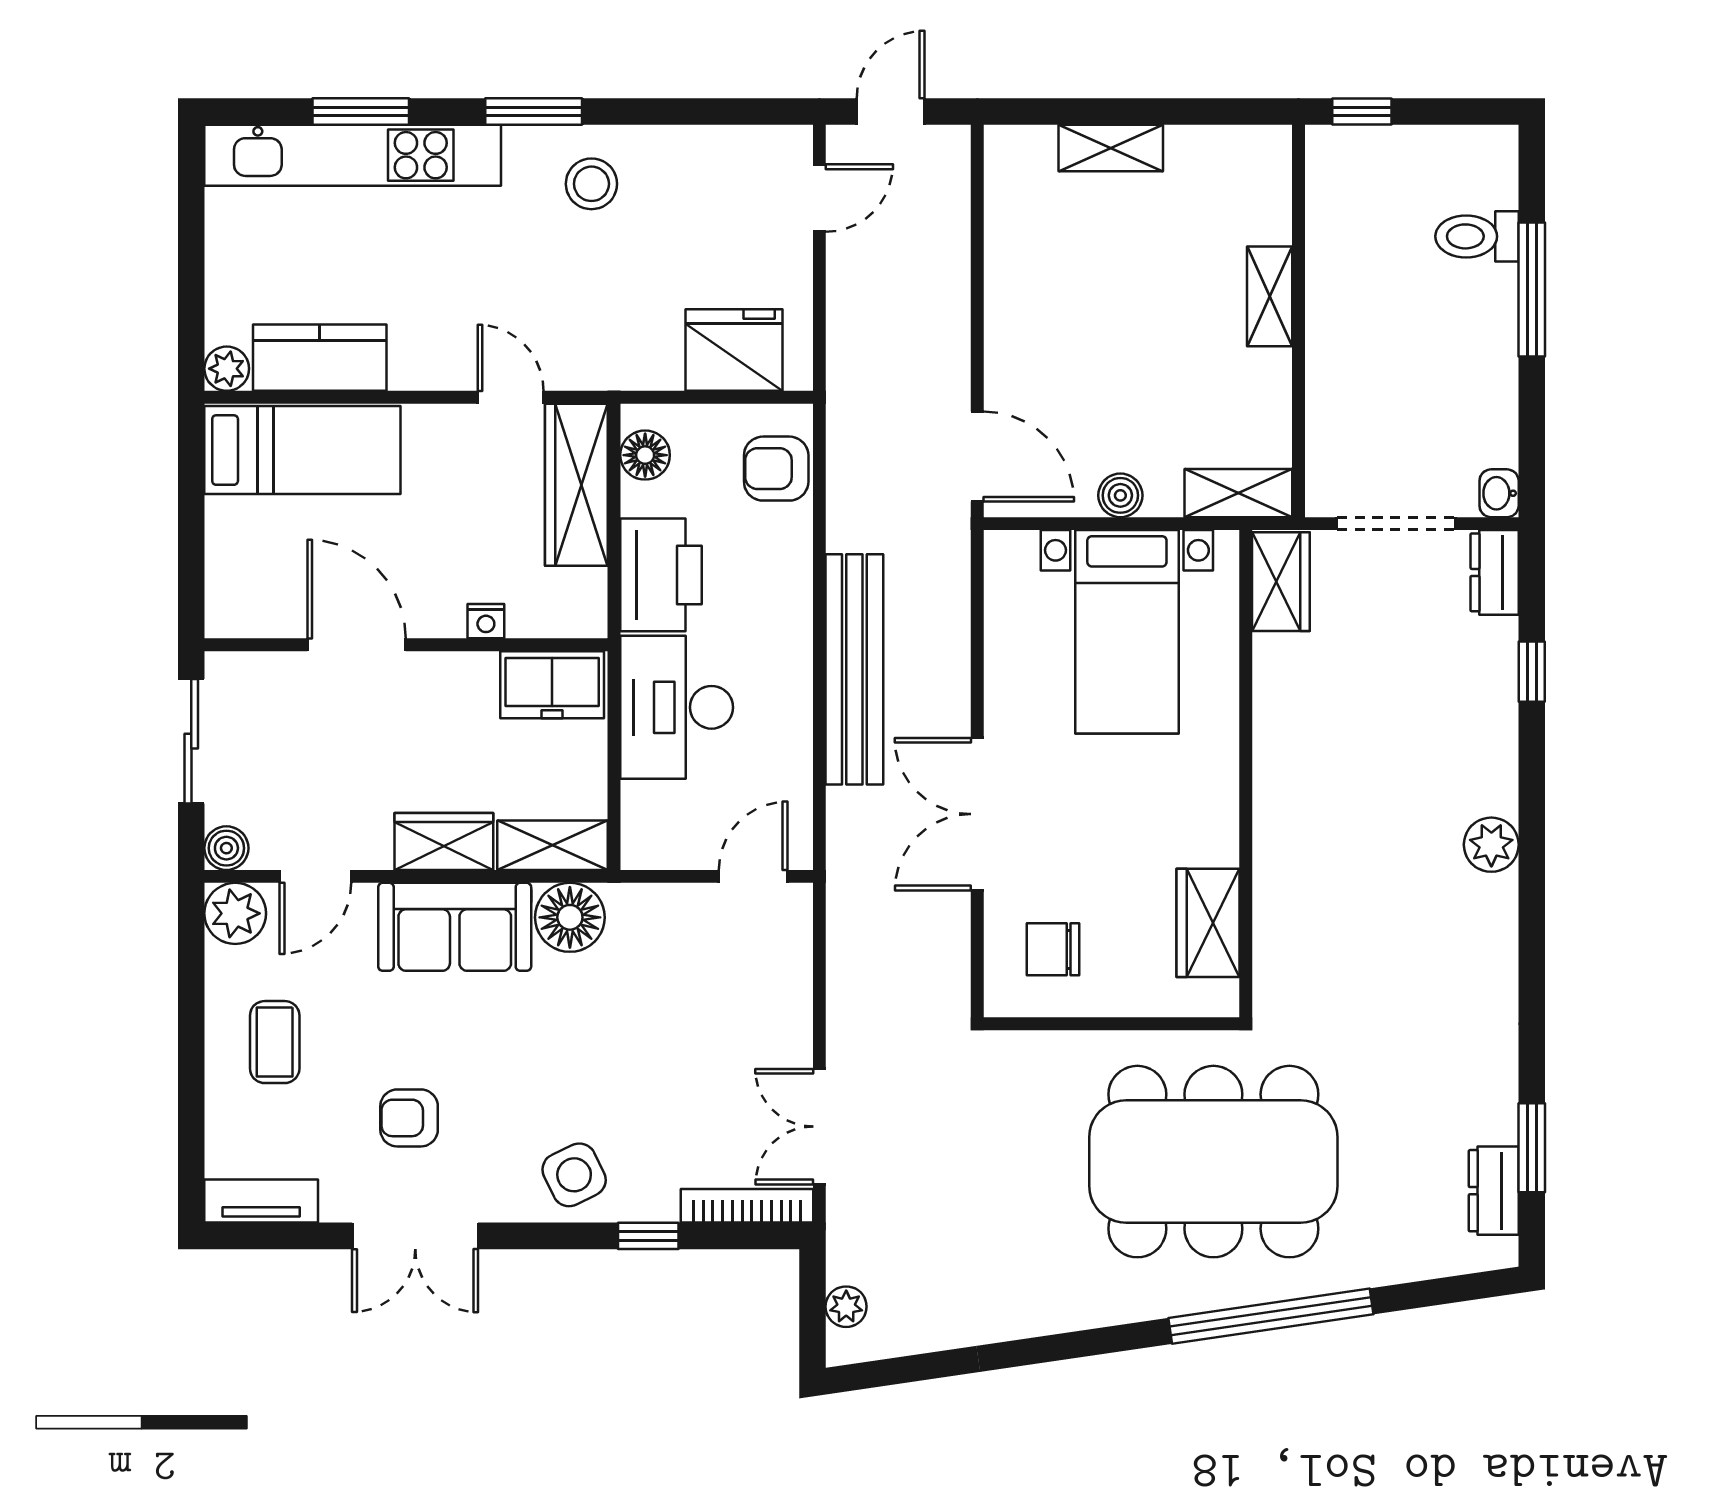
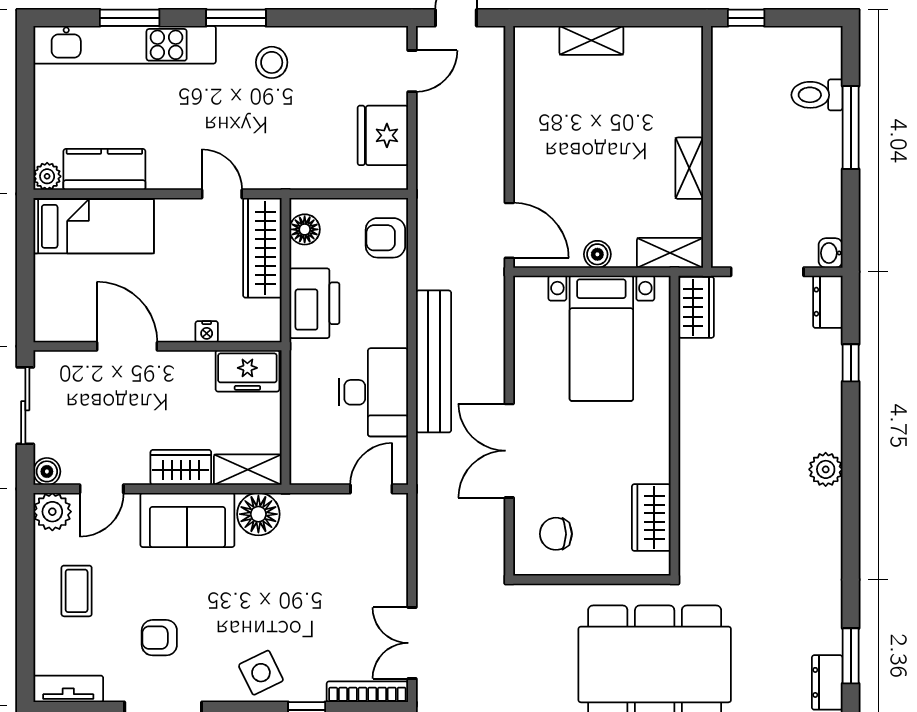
shelving: (1270, 296) -> (689, 168), moved
fridge: (734, 350) -> (383, 135), moved, turned -90
desk: (677, 707) -> (373, 392), moved, turned 180

